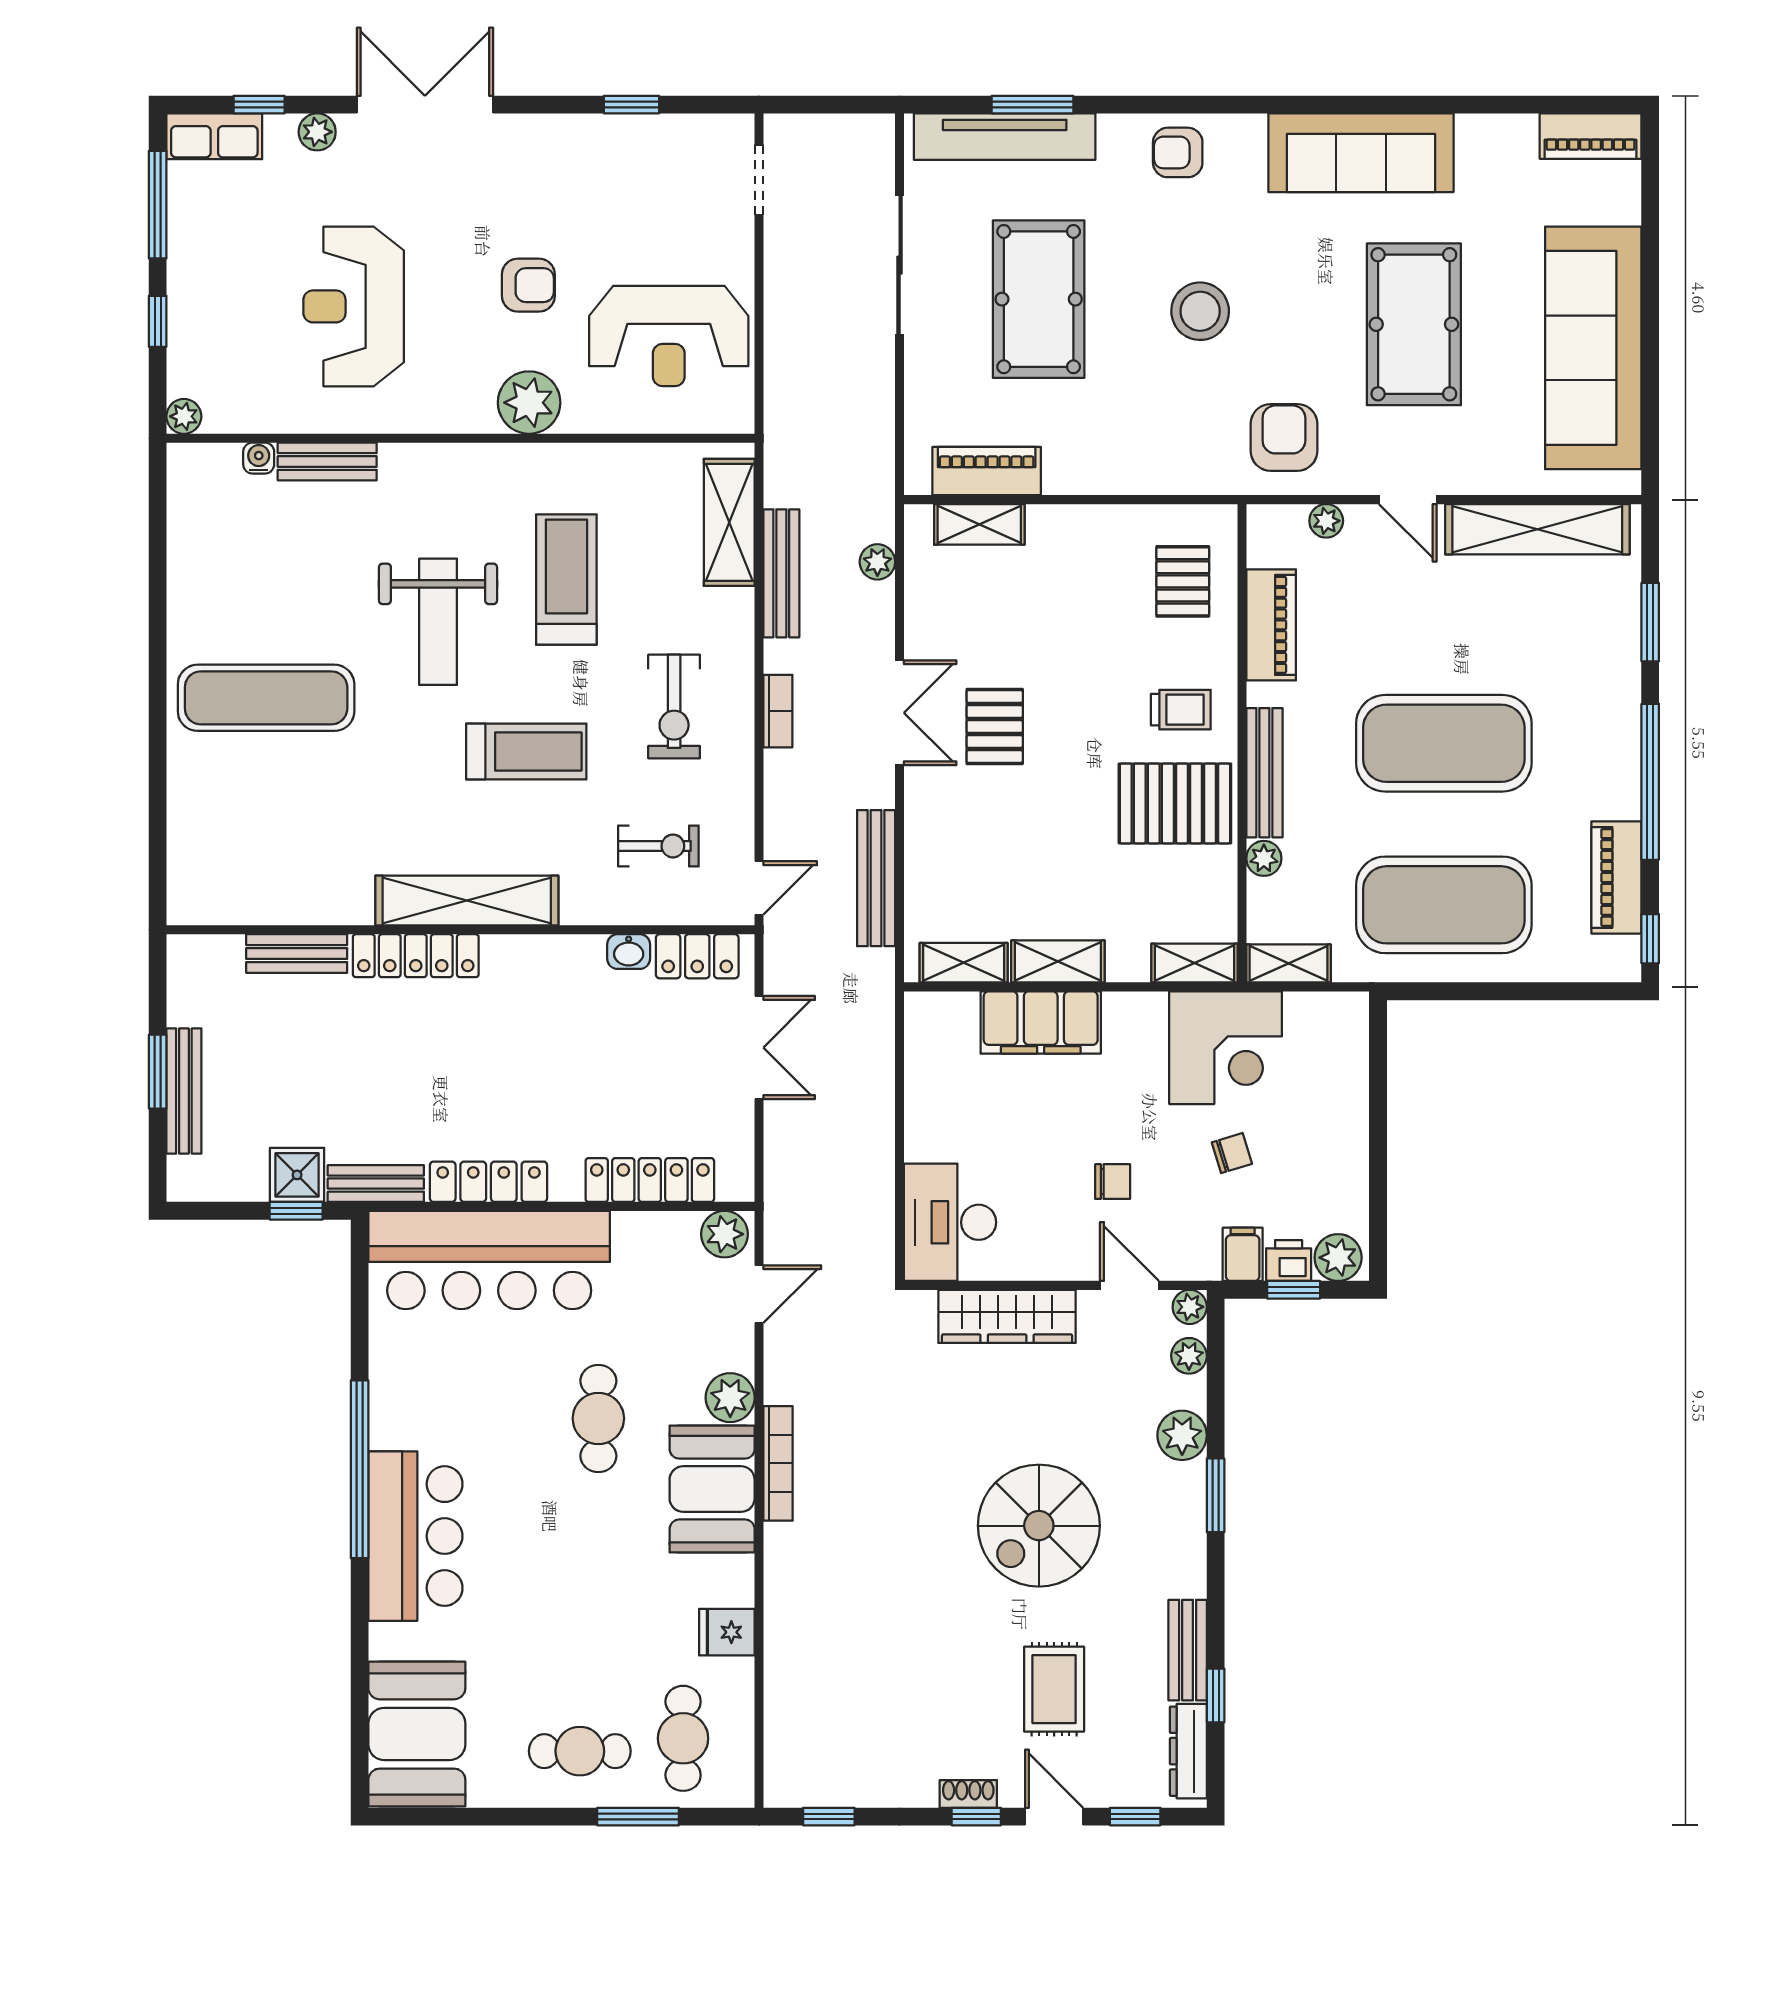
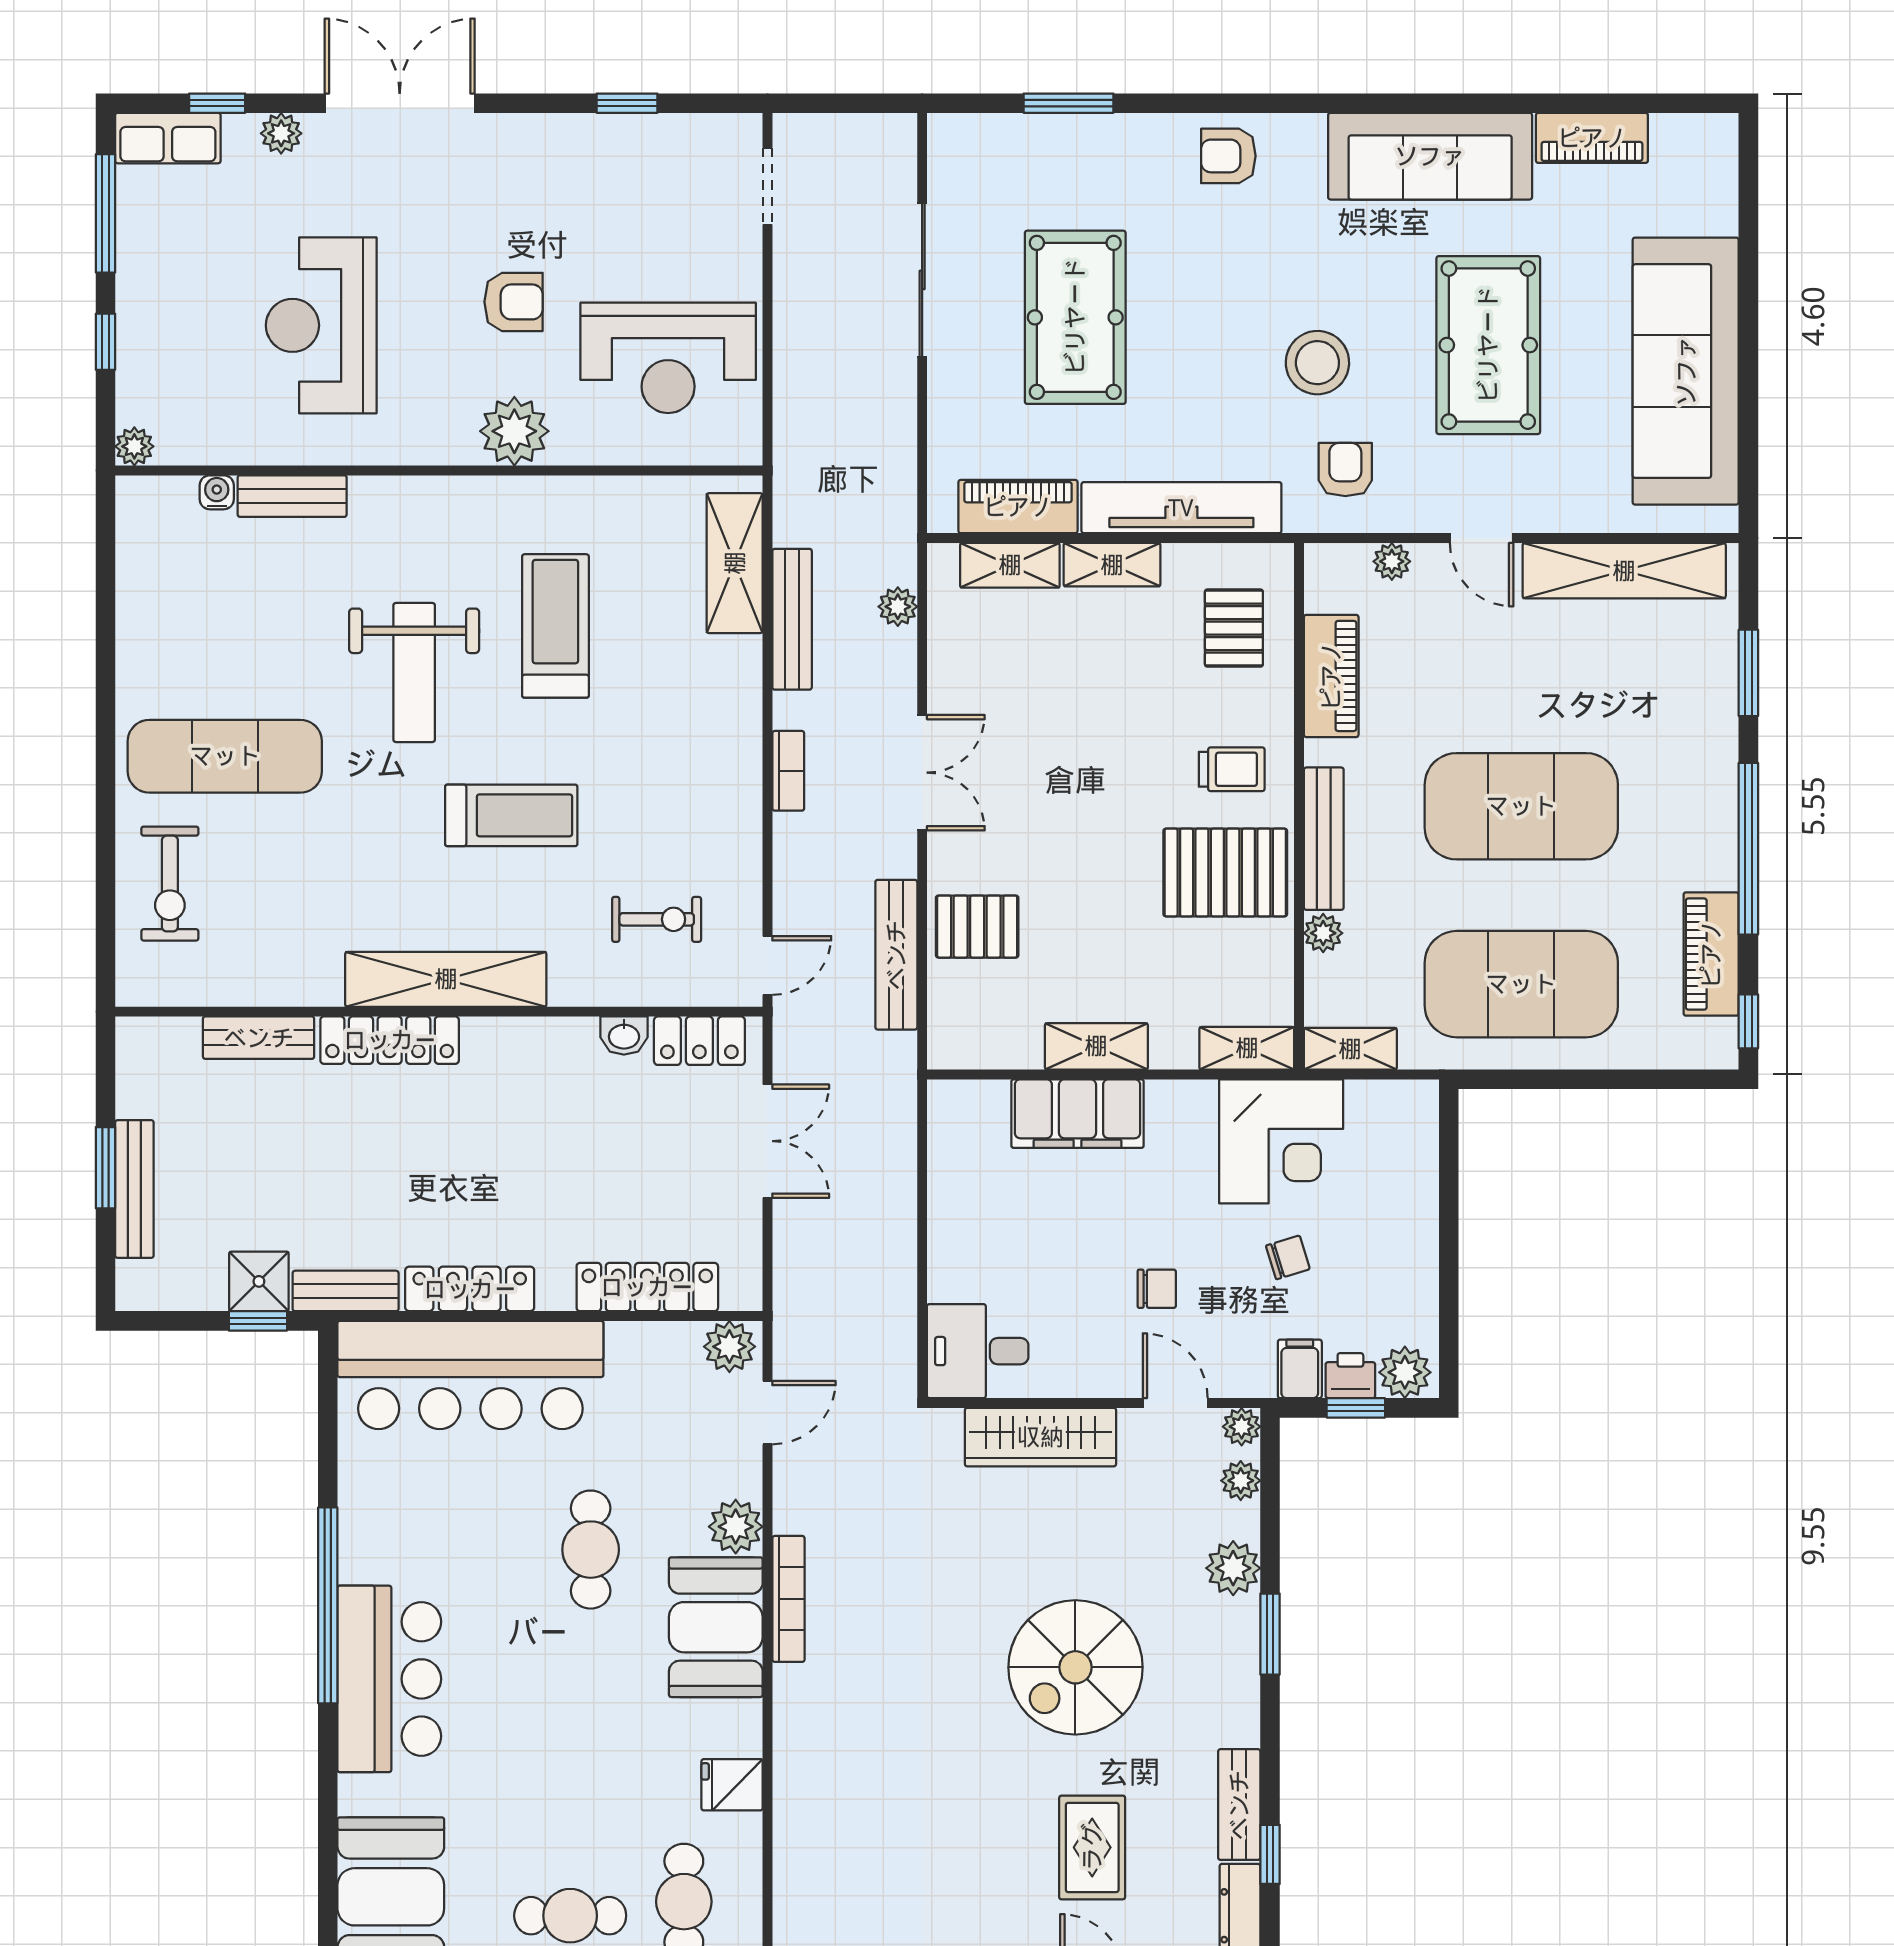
piano: (1591, 136) -> (1592, 138), moved
tv unit: (1005, 137) -> (1181, 508), moved, turned 180
stool: (1200, 311) -> (1317, 363), moved
armchair: (1284, 437) -> (1345, 470), width x0.72, depth x0.72
exercise bike: (674, 707) -> (170, 884), moved
pallet: (995, 726) -> (977, 927), moved, turned 90
shelving: (964, 963) -> (1112, 565), moved
desk: (950, 1222) -> (978, 1351), width x0.73

